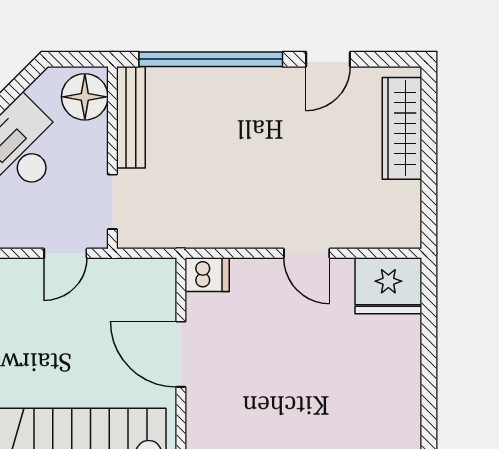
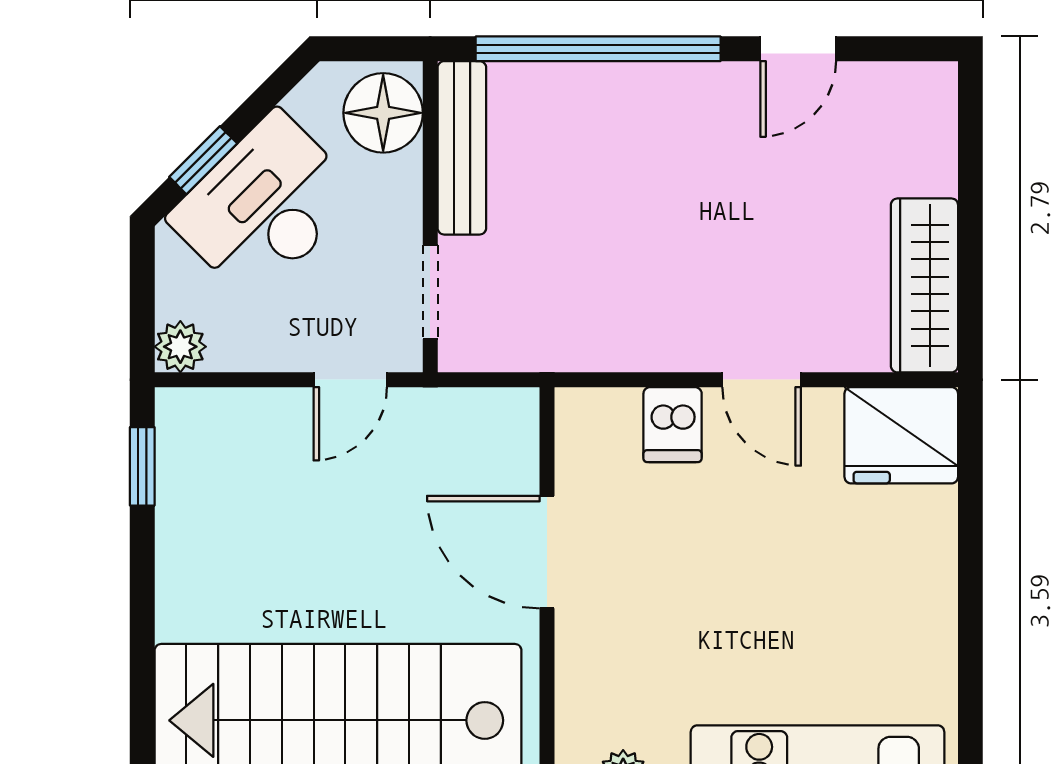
wardrobe: (402, 128) -> (924, 285), moved
dishwasher: (207, 275) -> (673, 425), moved, turned 90

